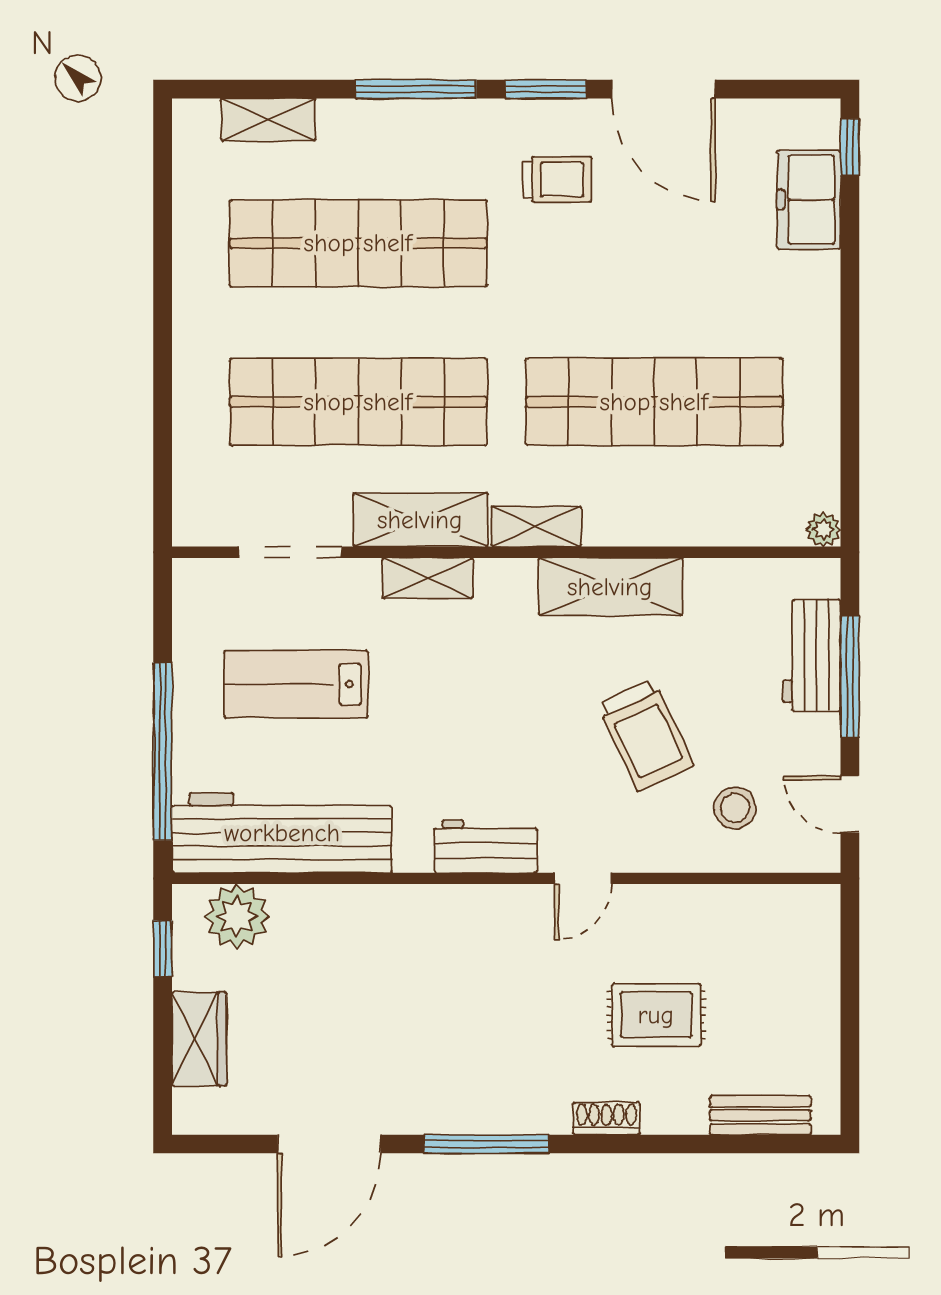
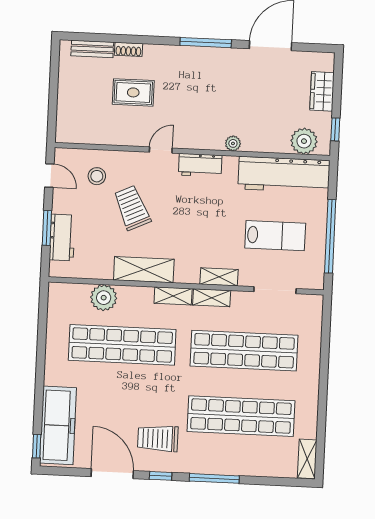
window: (546, 89) -> (161, 476), width x0.67
shelving: (268, 120) -> (307, 459), moved, turned 90
trolley: (557, 179) -> (158, 438), width x1.36, depth x1.39
freezer: (809, 200) -> (58, 425), width x1.91, depth x1.26
shelving: (420, 520) -> (212, 298), width x0.67, depth x0.75
plant: (823, 529) -> (104, 298), moved, width x1.88, depth x1.88
window: (850, 677) -> (47, 228), width x0.69
window: (163, 751) -> (330, 236), moved
plant: (409, 903) -> (233, 143), added
shoe rack: (606, 1119) -> (128, 49), moved

